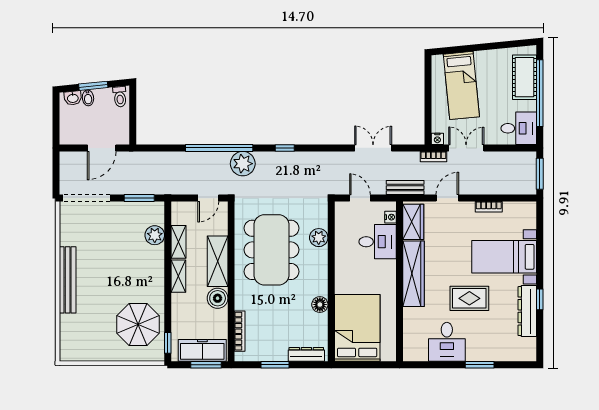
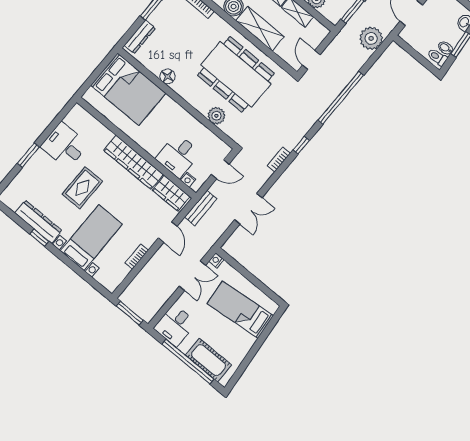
bidet: (88, 98) -> (446, 48), moved
bookcase: (433, 157) -> (279, 159), moved
plant: (243, 164) -> (371, 38), moved

